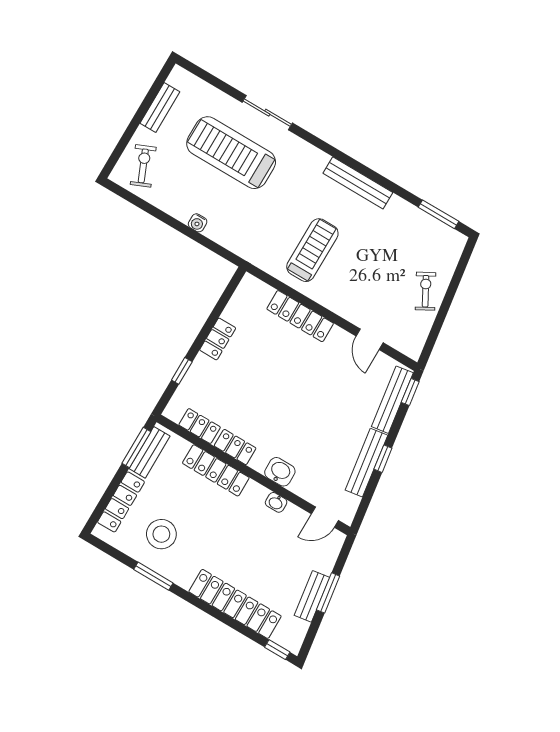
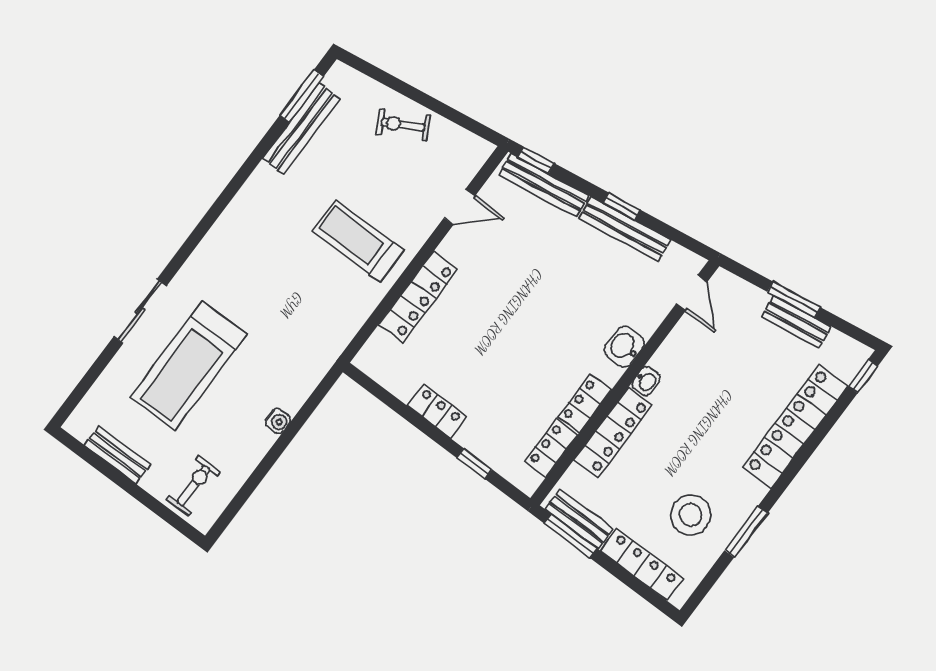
exercise bike: (143, 166) -> (193, 486), turned 113
bench: (358, 183) -> (301, 129), moved
treadmill: (312, 250) -> (358, 241), moved
washbasin: (276, 502) -> (646, 381), moved

